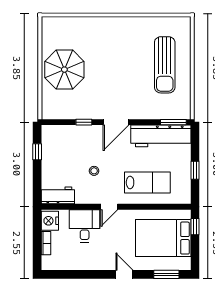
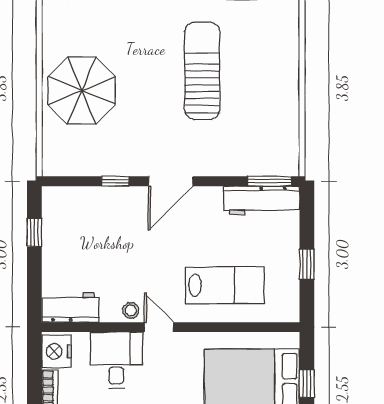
sun lounger: (165, 65) -> (202, 71), moved, turned 180
workbench: (161, 136) -> (262, 200), width x0.73, depth x0.76
stool: (94, 171) -> (131, 310), moved
door: (109, 207) -> (159, 327), swing flipped
window: (195, 227) -> (307, 383), moved

